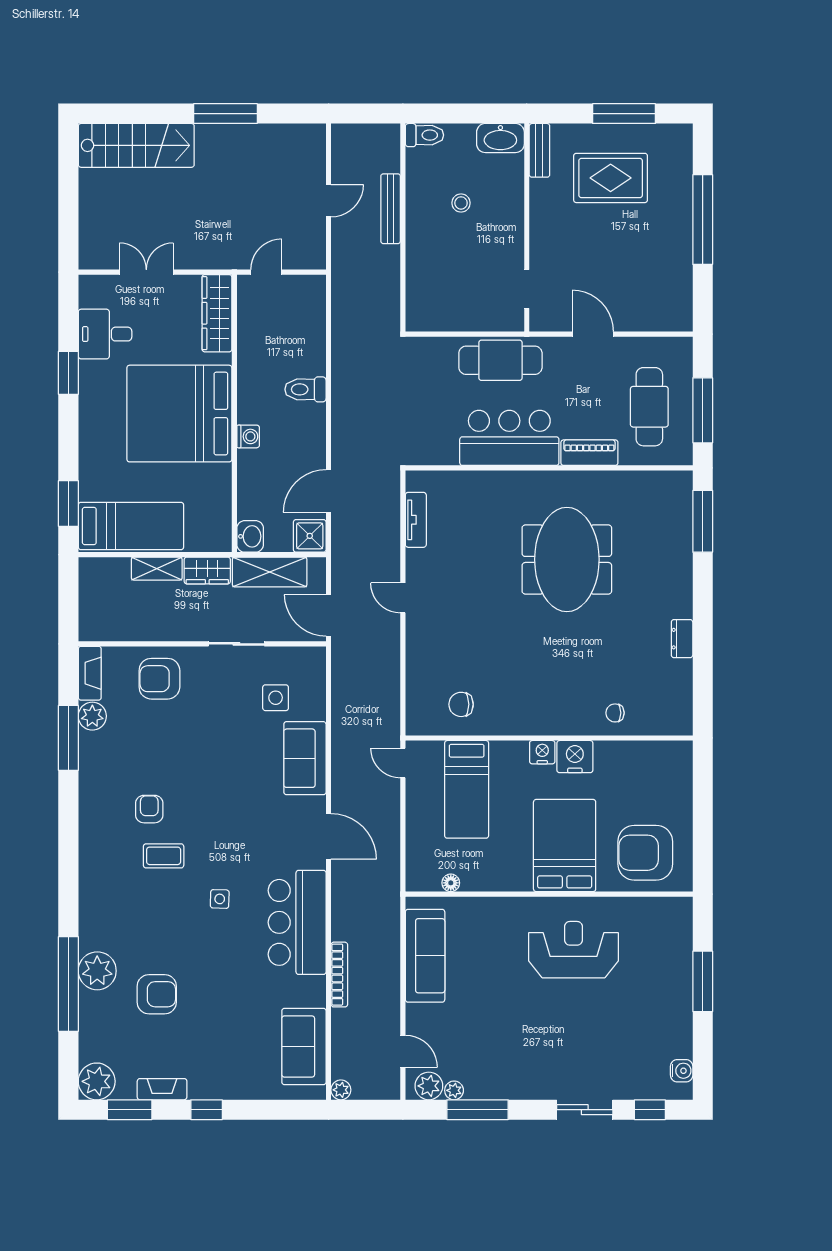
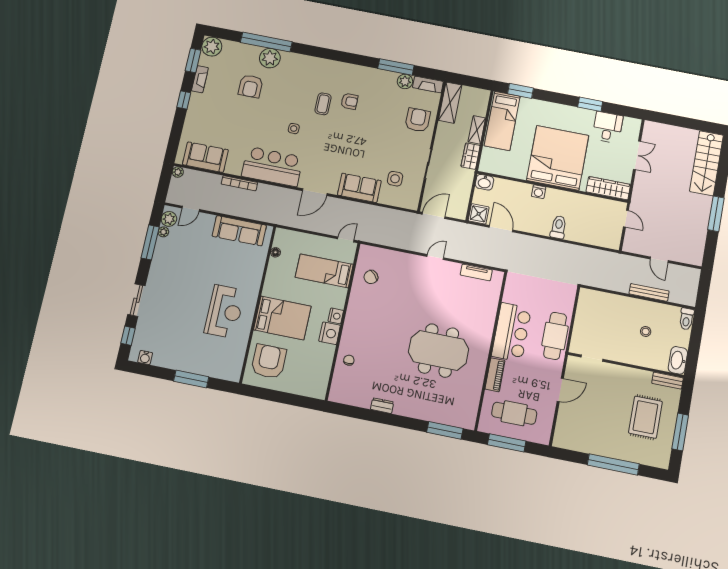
shelving: (270, 572) -> (450, 103), moved
chair: (461, 704) -> (371, 277), turned -134

